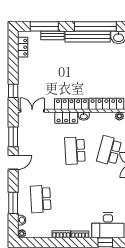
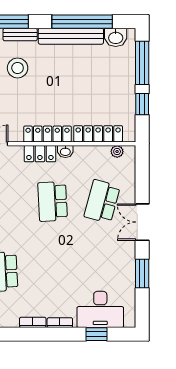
stool: (51, 58) -> (18, 68), added

